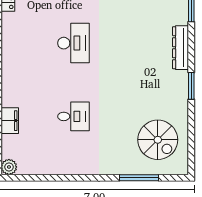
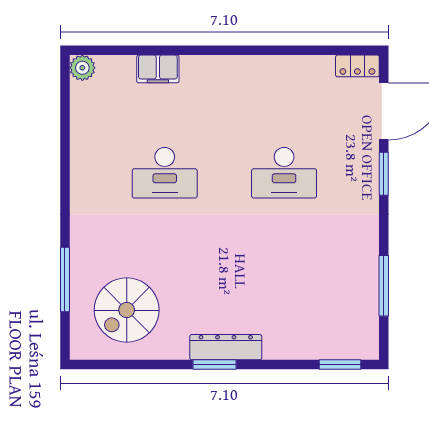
dresser: (181, 48) -> (226, 347), moved
desk: (73, 116) -> (165, 173), width x1.37

